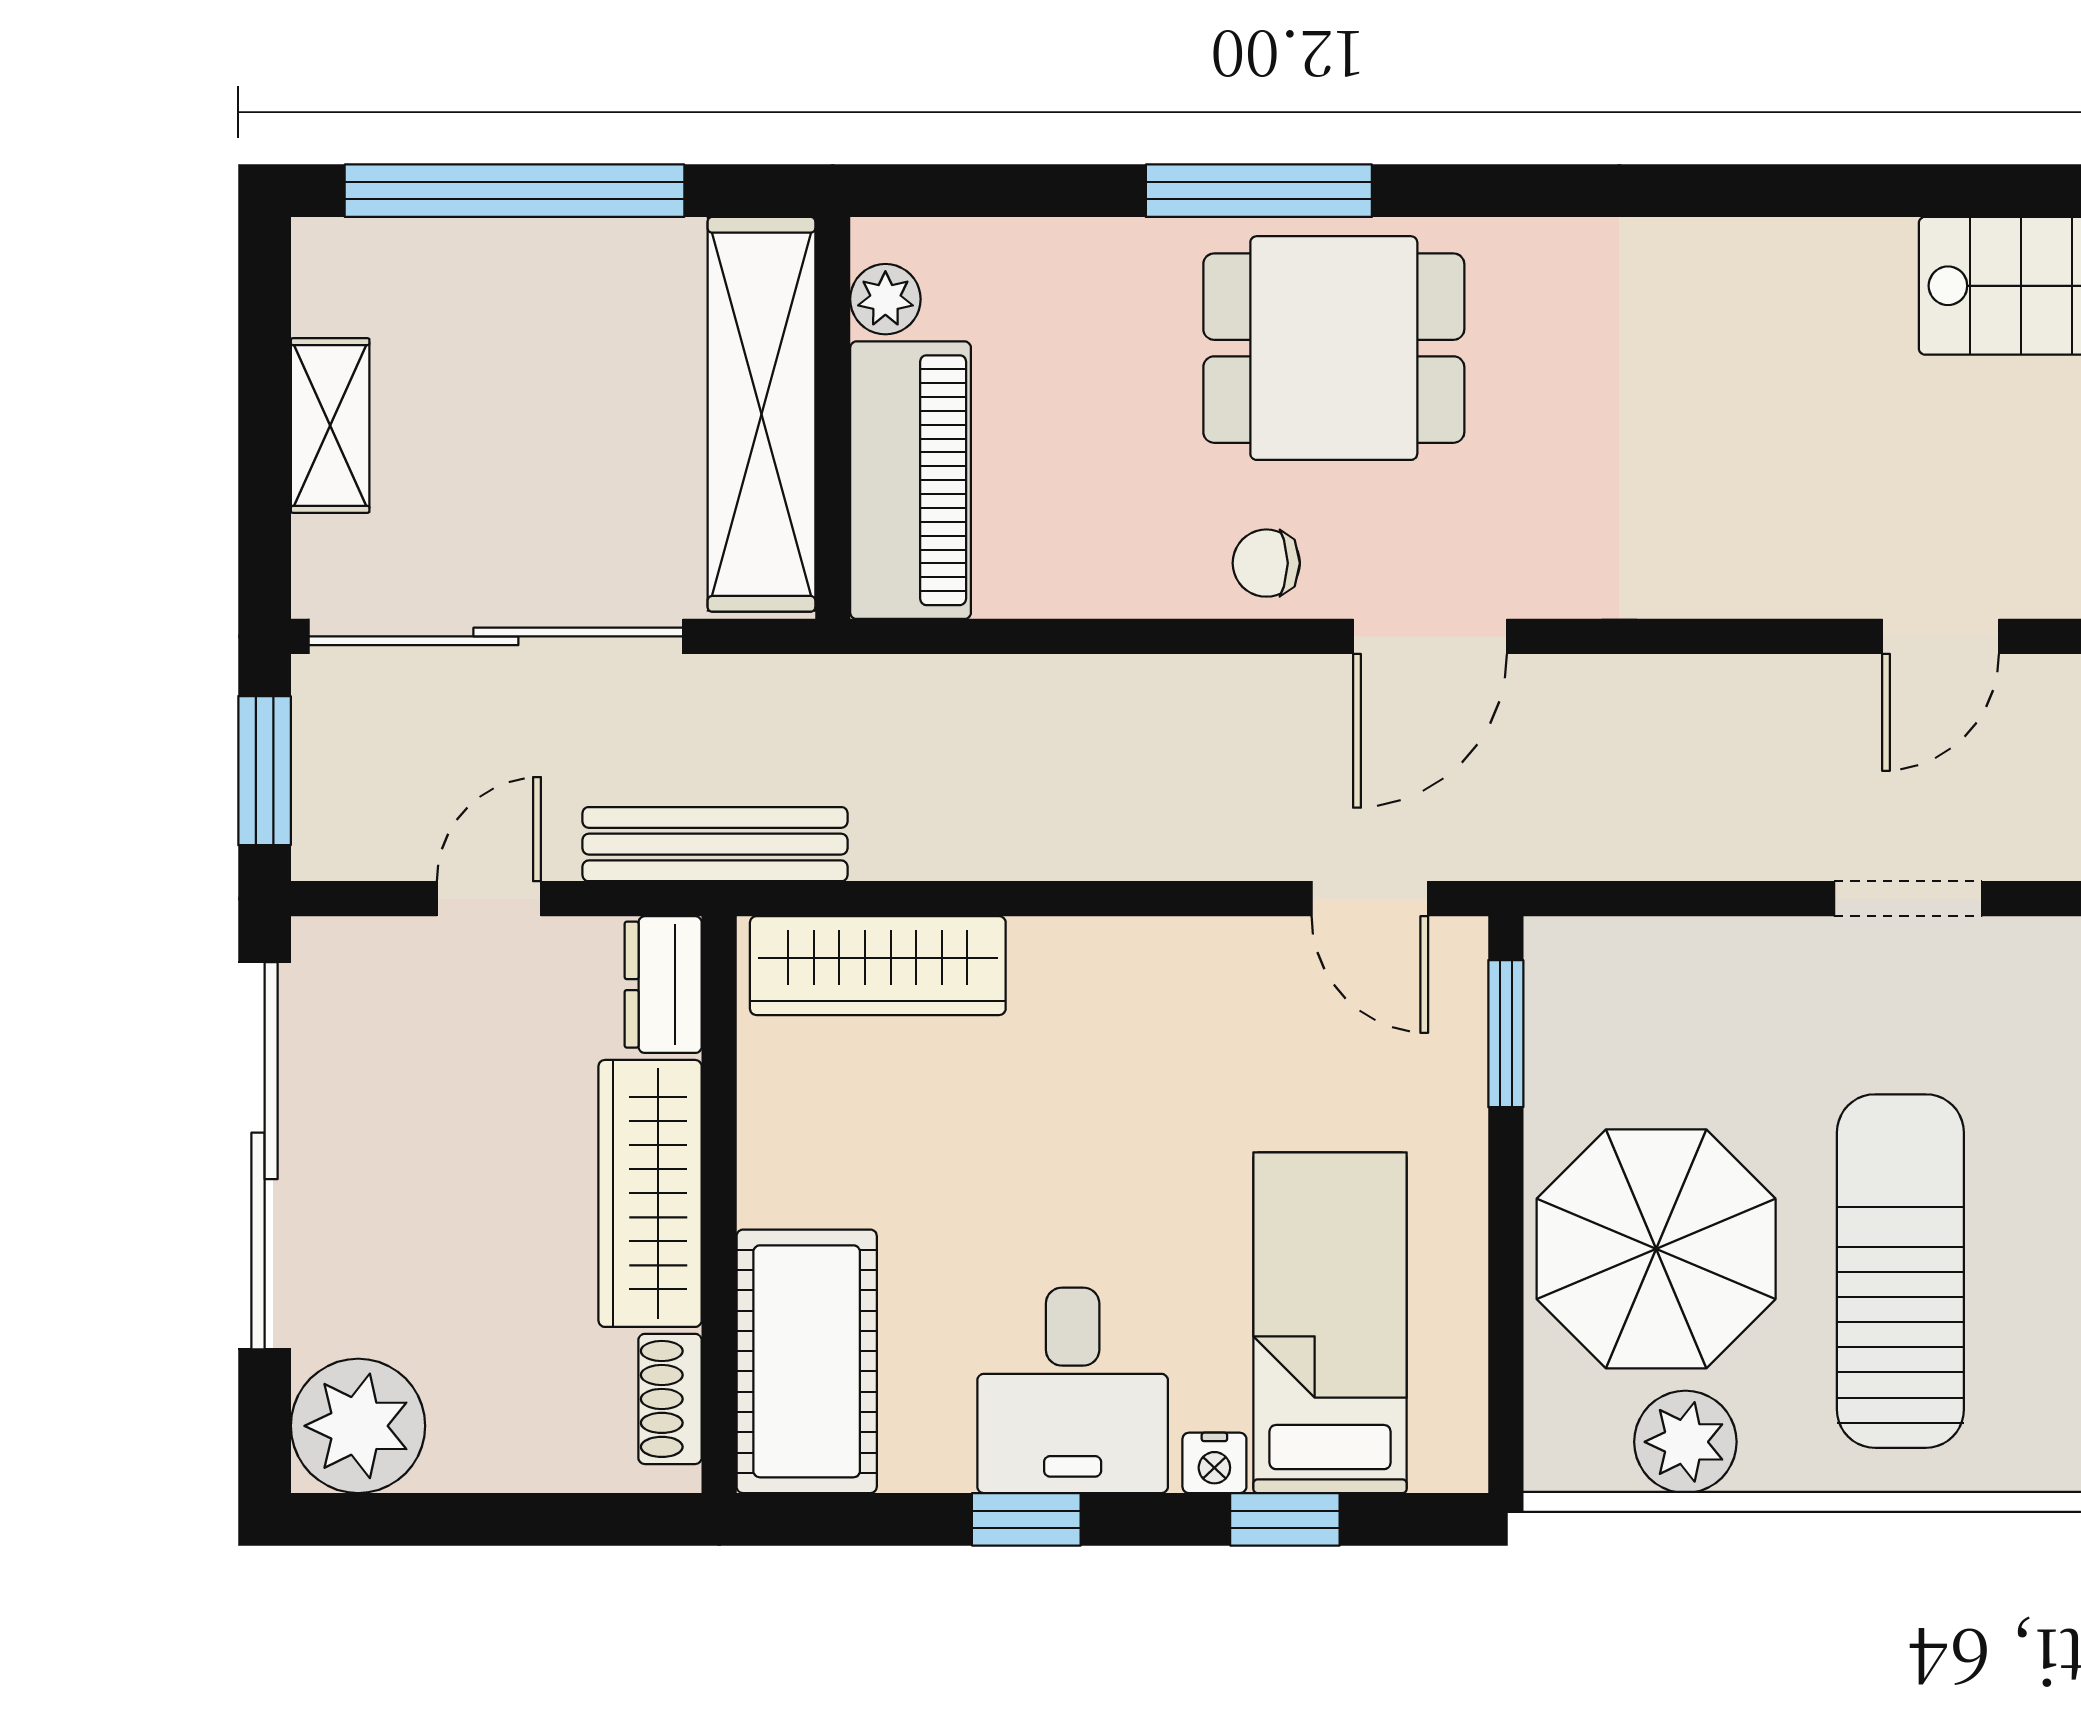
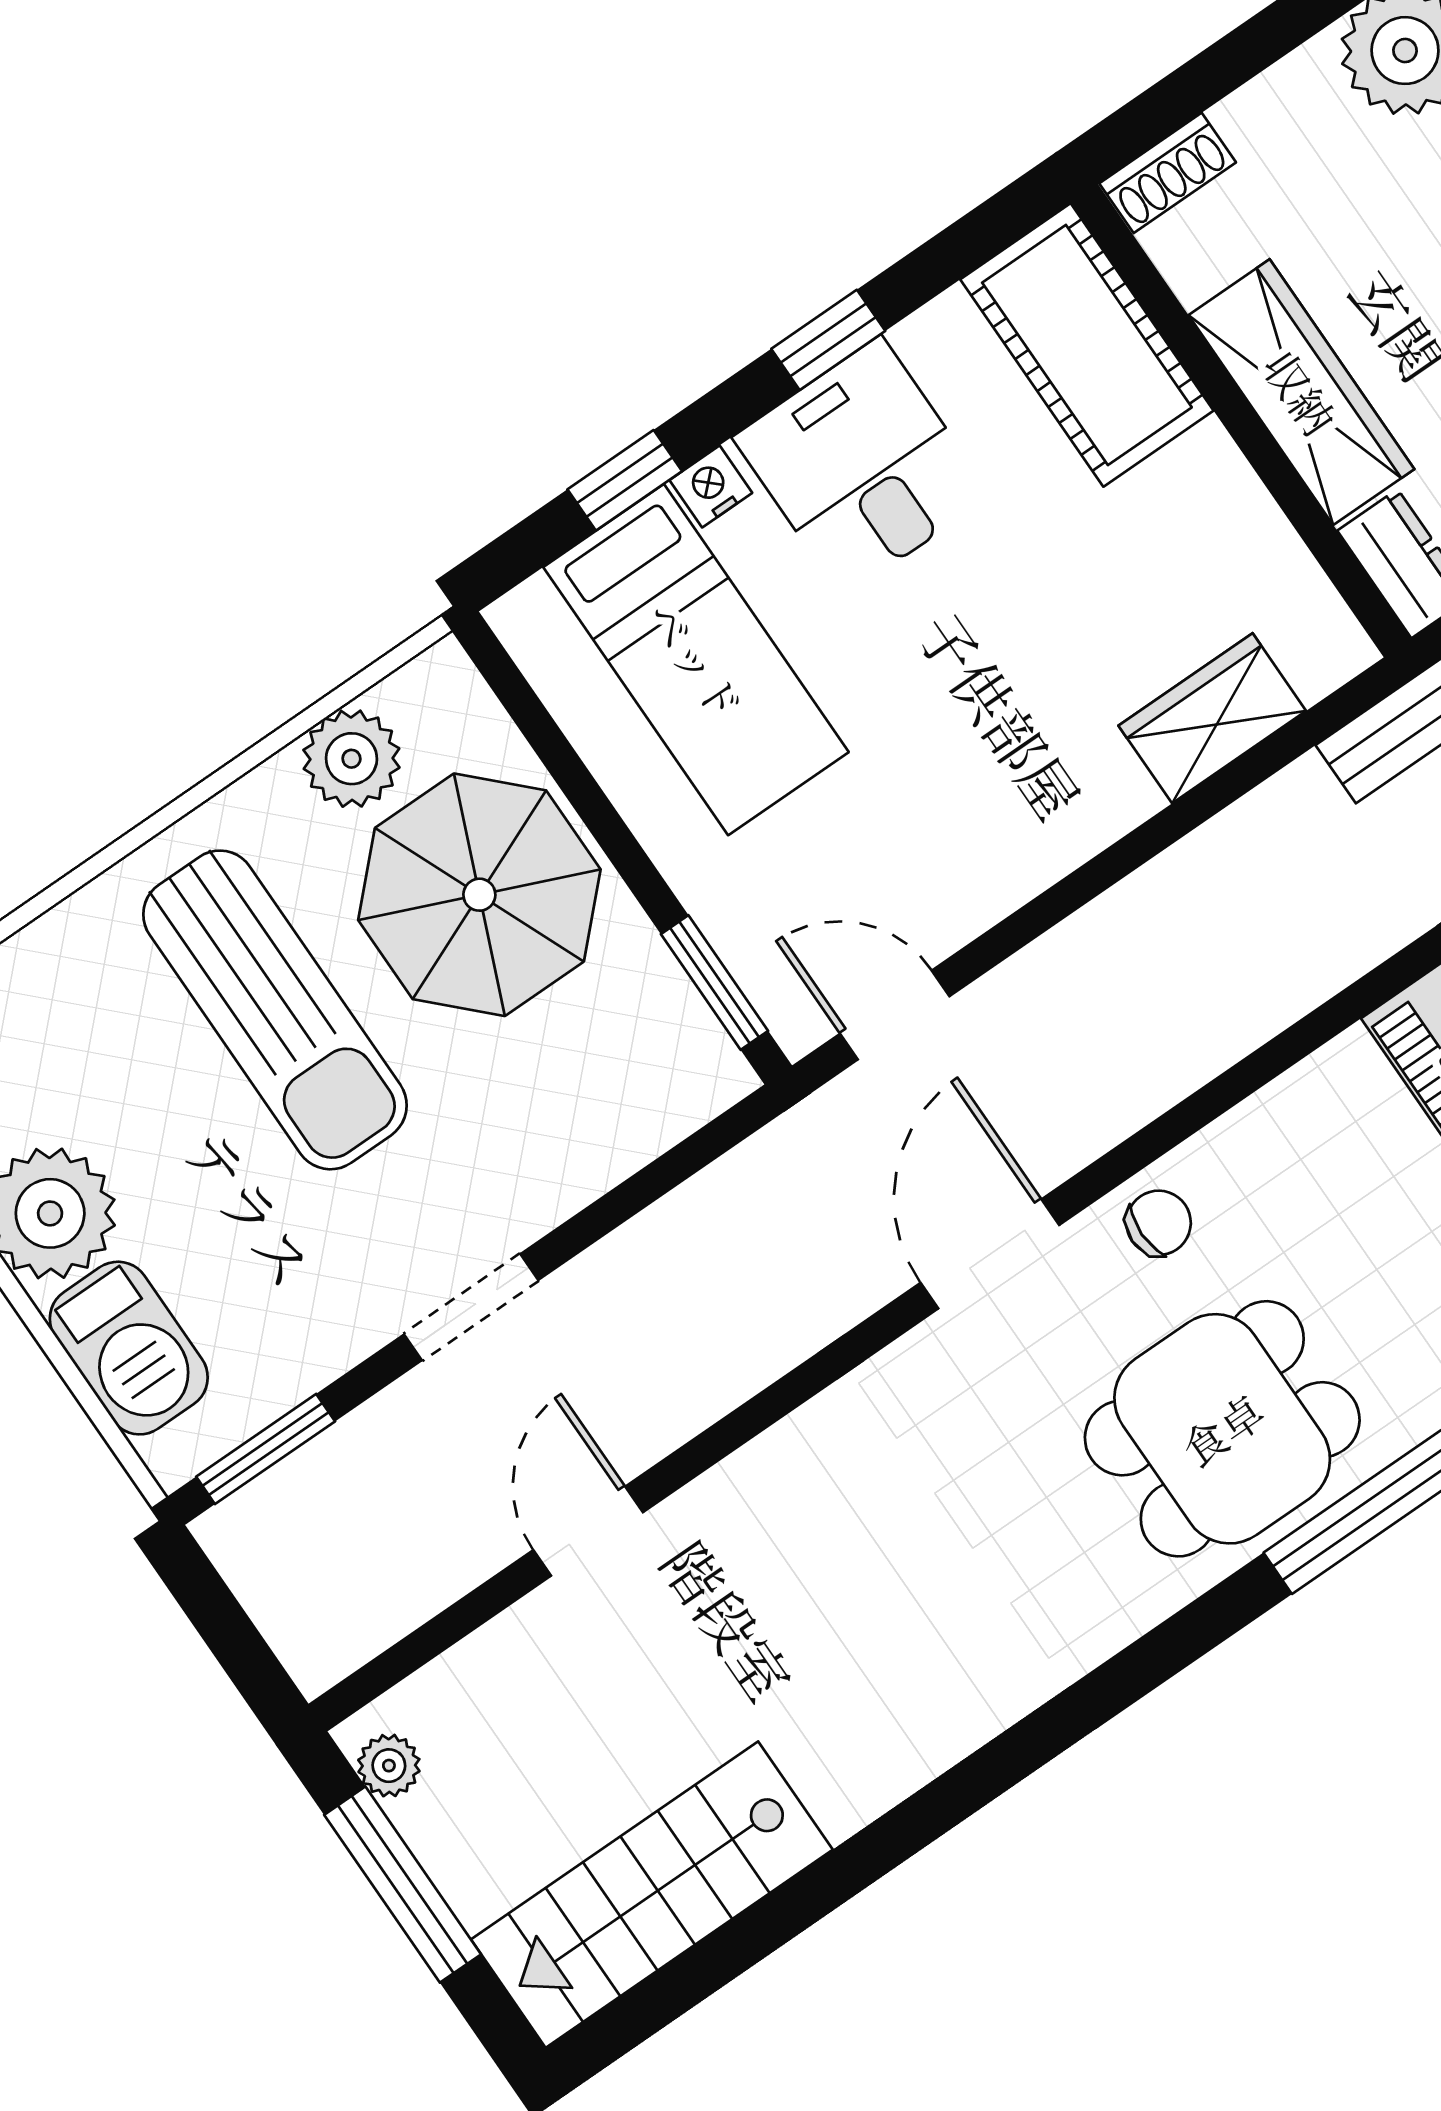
wardrobe: (878, 966) -> (1212, 718), width x0.67
shoe rack: (670, 1399) -> (1168, 173), moved, turned 90

